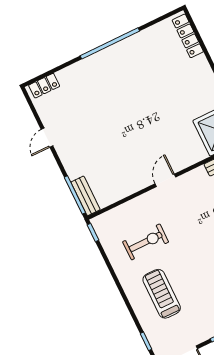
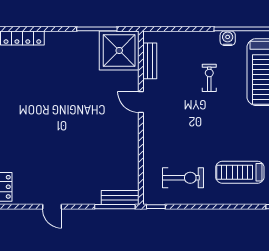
door: (165, 180) -> (141, 102), moved
exercise bike: (146, 242) -> (183, 178), moved, turned 90

